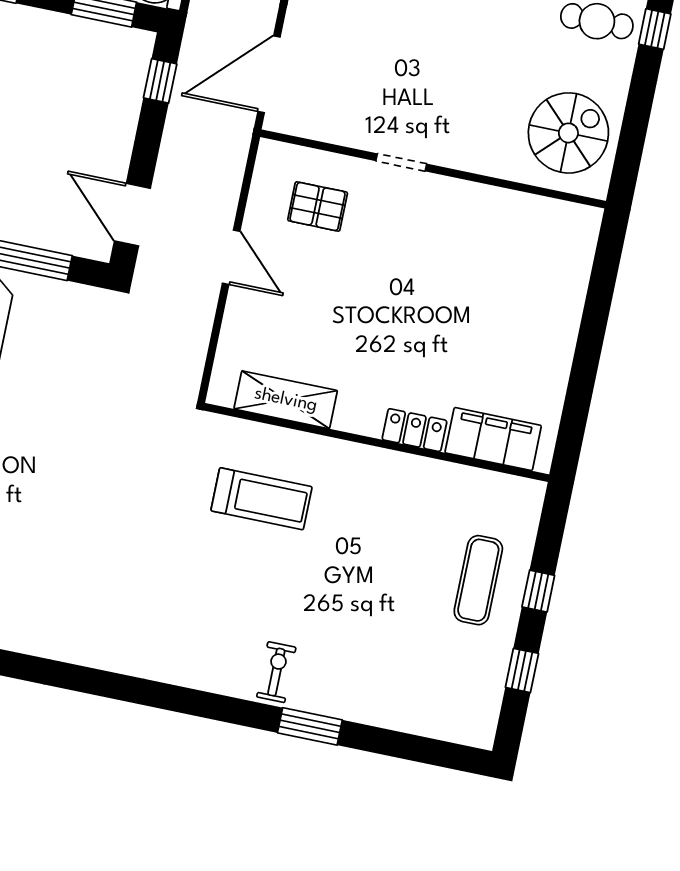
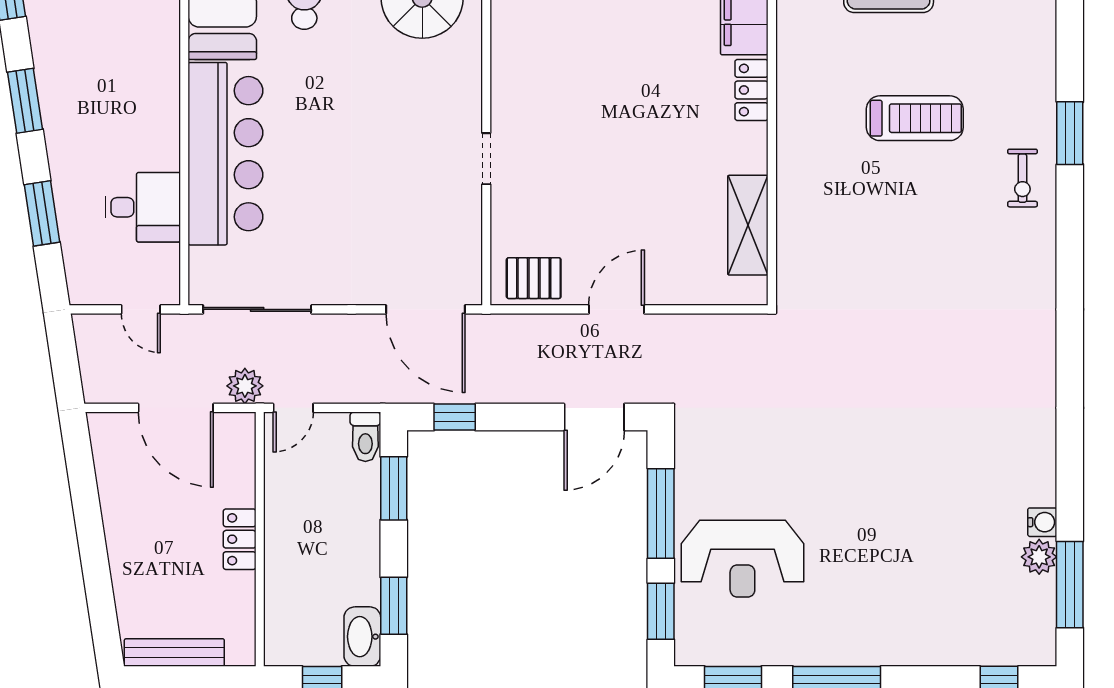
pallet: (318, 206) -> (534, 278), moved, turned 90
treadmill: (262, 499) -> (915, 118), moved, turned 90
exercise bike: (276, 672) -> (1022, 178), turned -90

